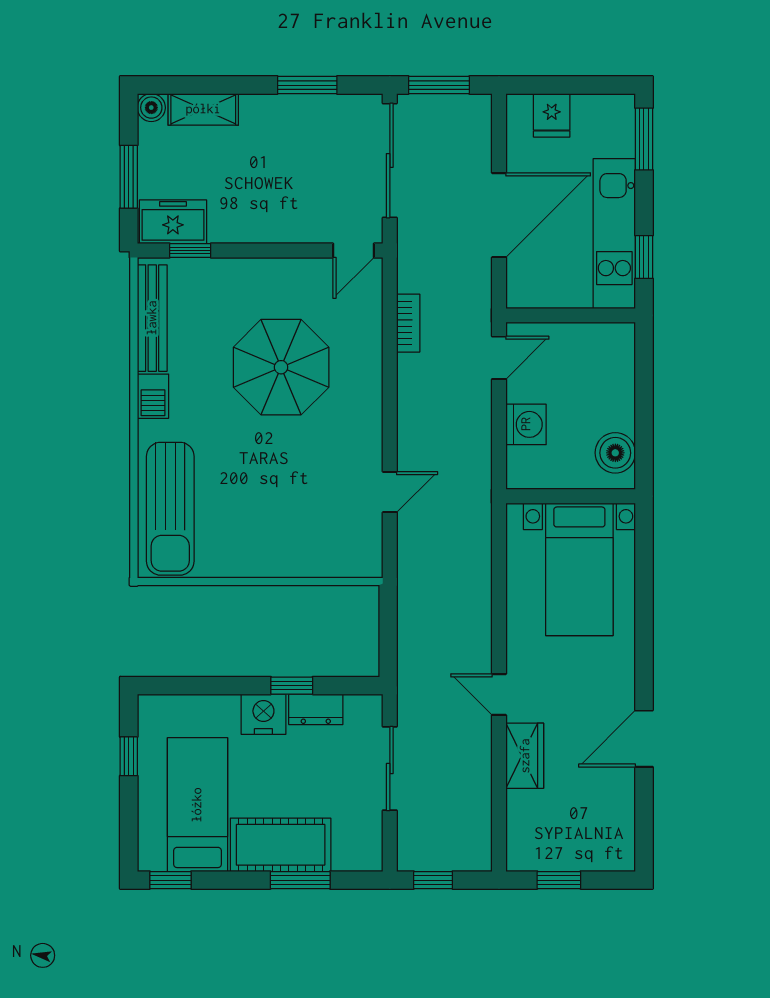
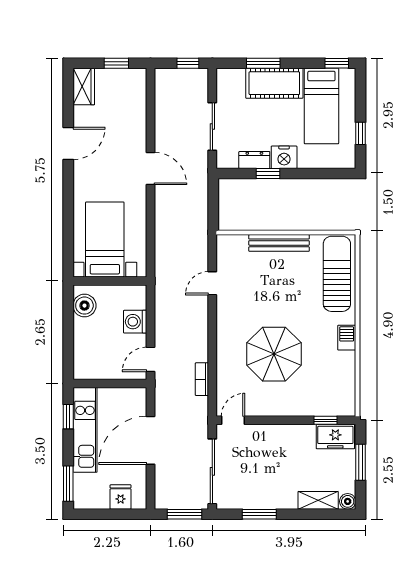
bench: (152, 318) -> (279, 243), moved, turned 90
door: (499, 695) -> (150, 168), width x1.38
wardrobe: (525, 756) -> (84, 87), moved, turned 180

